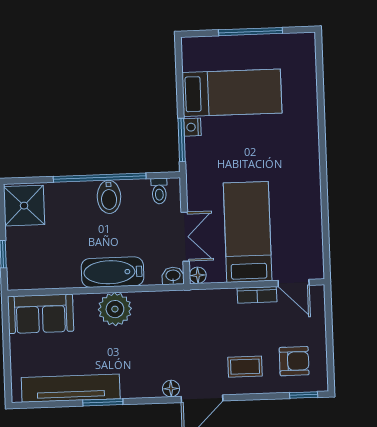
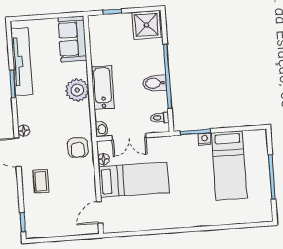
floor lamp: (198, 275) -> (103, 159), moved
bookcase: (257, 295) -> (90, 188), removed
armchair: (294, 361) -> (78, 148), moved

